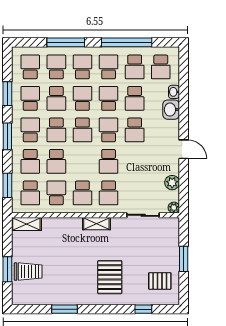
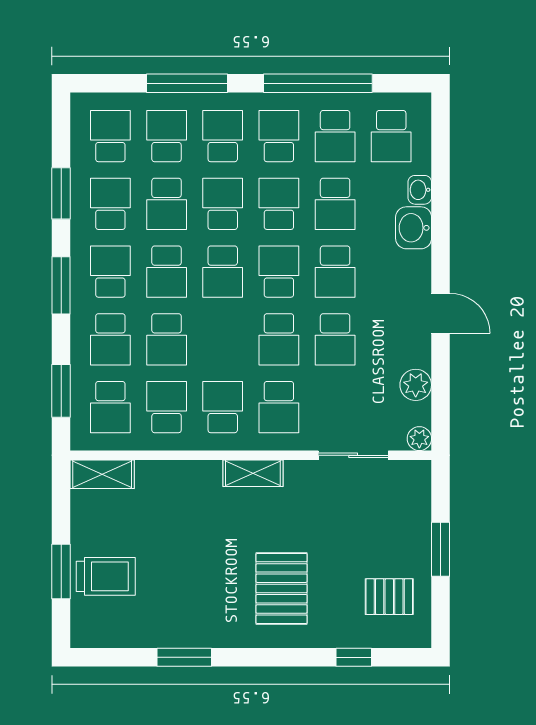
school desk: (135, 161) -> (335, 339), added
school desk: (82, 193) -> (223, 407), turned 180

